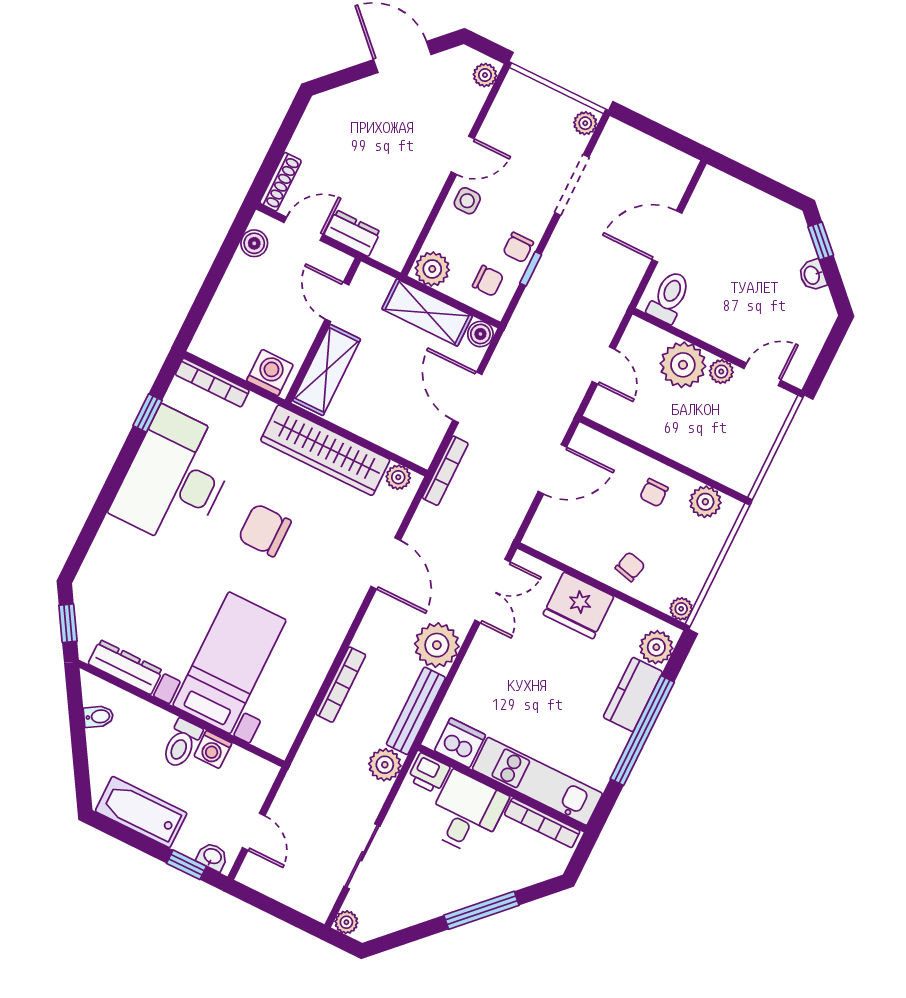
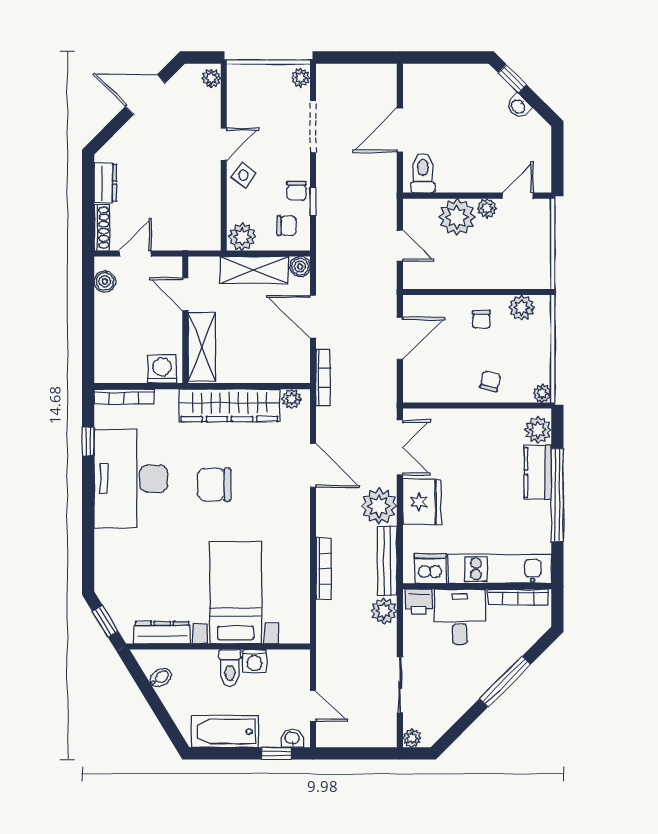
side table: (467, 201) -> (243, 175), turned 37
dresser: (352, 233) -> (105, 183), moved, turned 90
fridge: (578, 605) -> (422, 502), moved, turned -90

